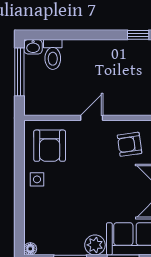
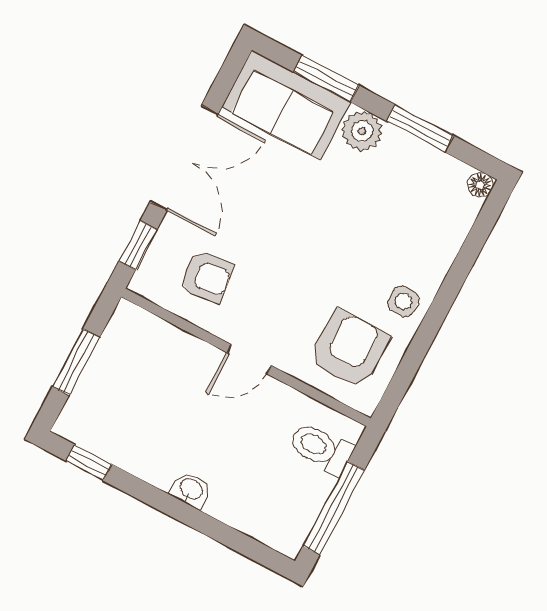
washbasin: (33, 47) -> (191, 490), moved
toilet: (53, 54) -> (321, 448), moved, turned -90

